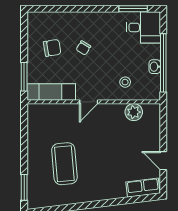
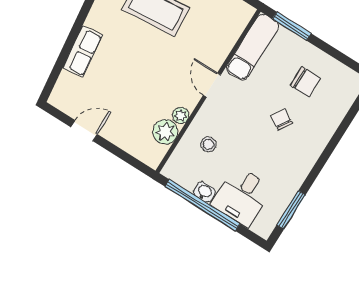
desk: (143, 27) -> (242, 196), moved
chair: (52, 48) -> (305, 82), turned -81
plant: (118, 109) -> (181, 115), added
row of seats: (143, 188) -> (83, 51), moved

